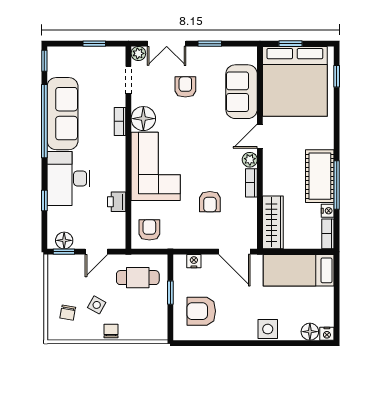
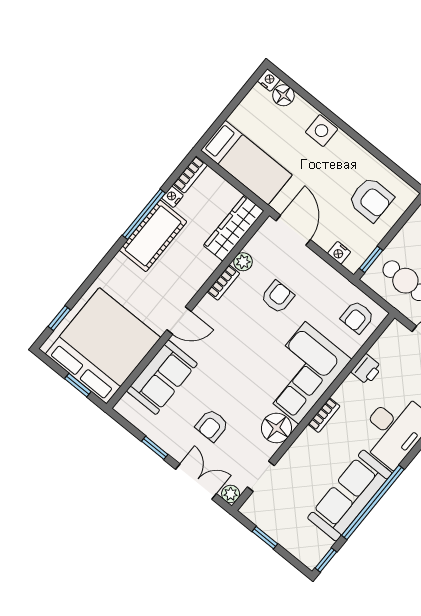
bookcase: (120, 121) -> (324, 415), moved
plant: (250, 160) -> (243, 262), moved
window: (170, 293) -> (371, 259), moved

